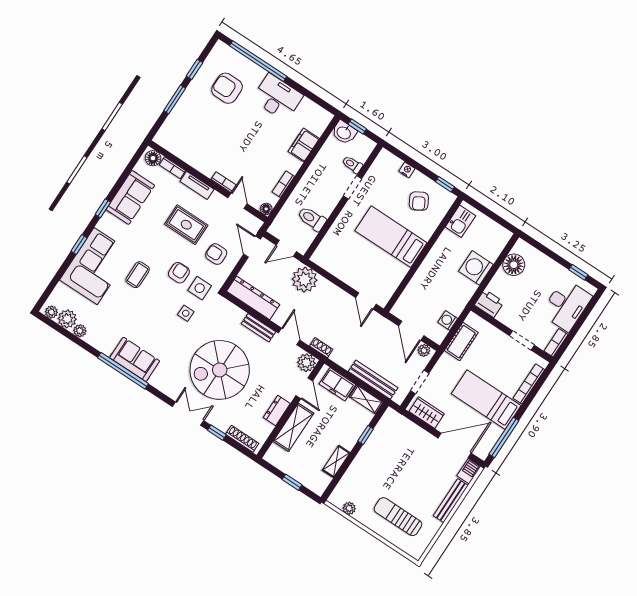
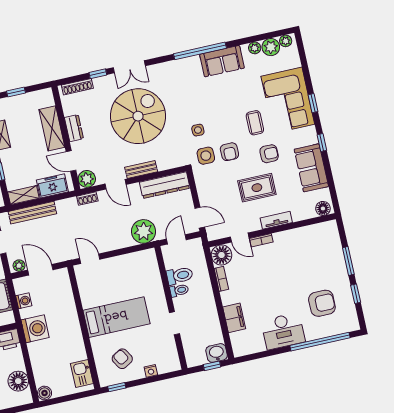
toilet: (352, 164) -> (179, 290), moved
bookcase: (172, 168) -> (304, 215), removed
floor lamp: (266, 209) -> (221, 255), width x1.89, depth x1.89
boiler: (503, 236) -> (45, 393), added
armchair: (216, 254) -> (269, 154), moved
washing machine: (476, 268) -> (35, 329), moved
sofa: (135, 359) -> (222, 61), moved

